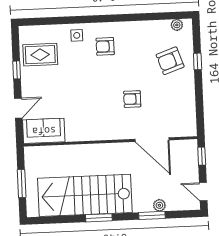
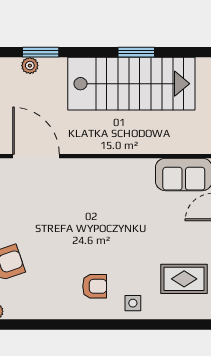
armchair: (132, 99) -> (61, 213), removed
window: (99, 218) -> (136, 52), moved

